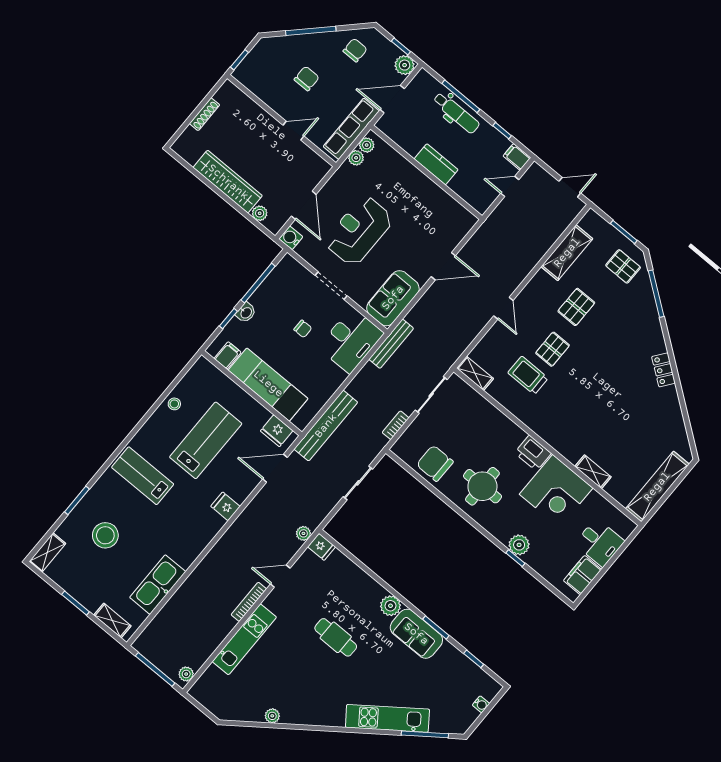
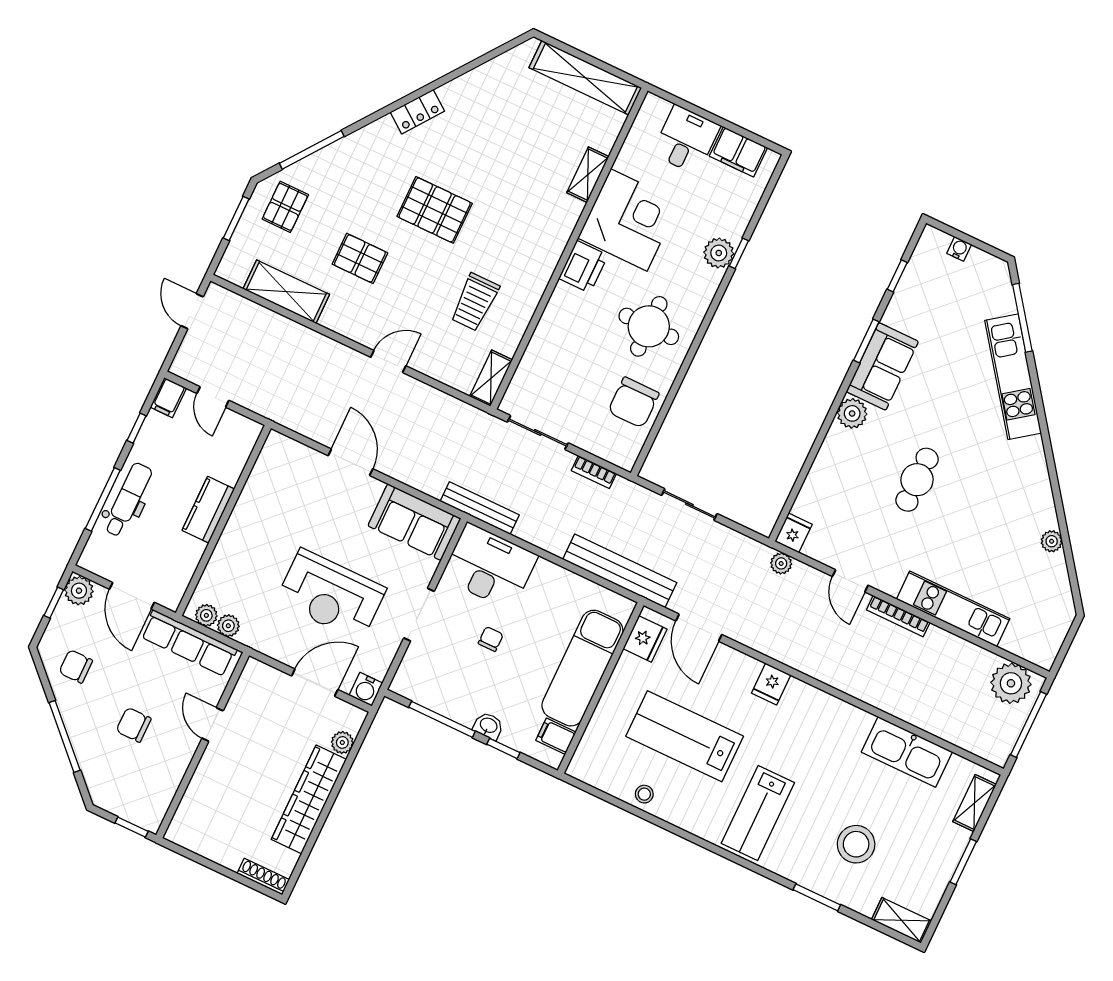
shoe rack: (205, 114) -> (263, 877), moved
pallet: (552, 349) -> (435, 210), moved, width x1.50, depth x1.42
plant: (186, 674) -> (1011, 683), width x1.87, depth x1.87

